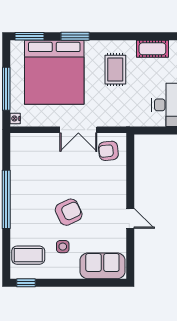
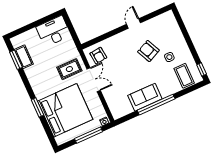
window: (29, 36) -> (16, 60), moved
rug: (115, 70) -> (69, 69), moved
armchair: (69, 212) -> (148, 51), moved
sofa: (102, 266) -> (145, 97), moved, turned 90

